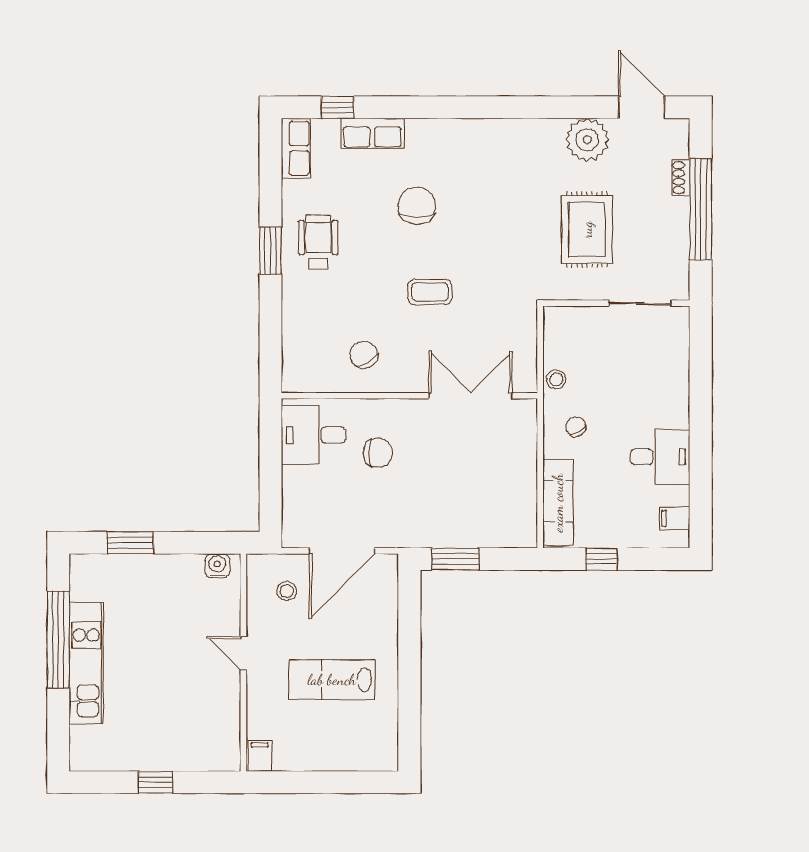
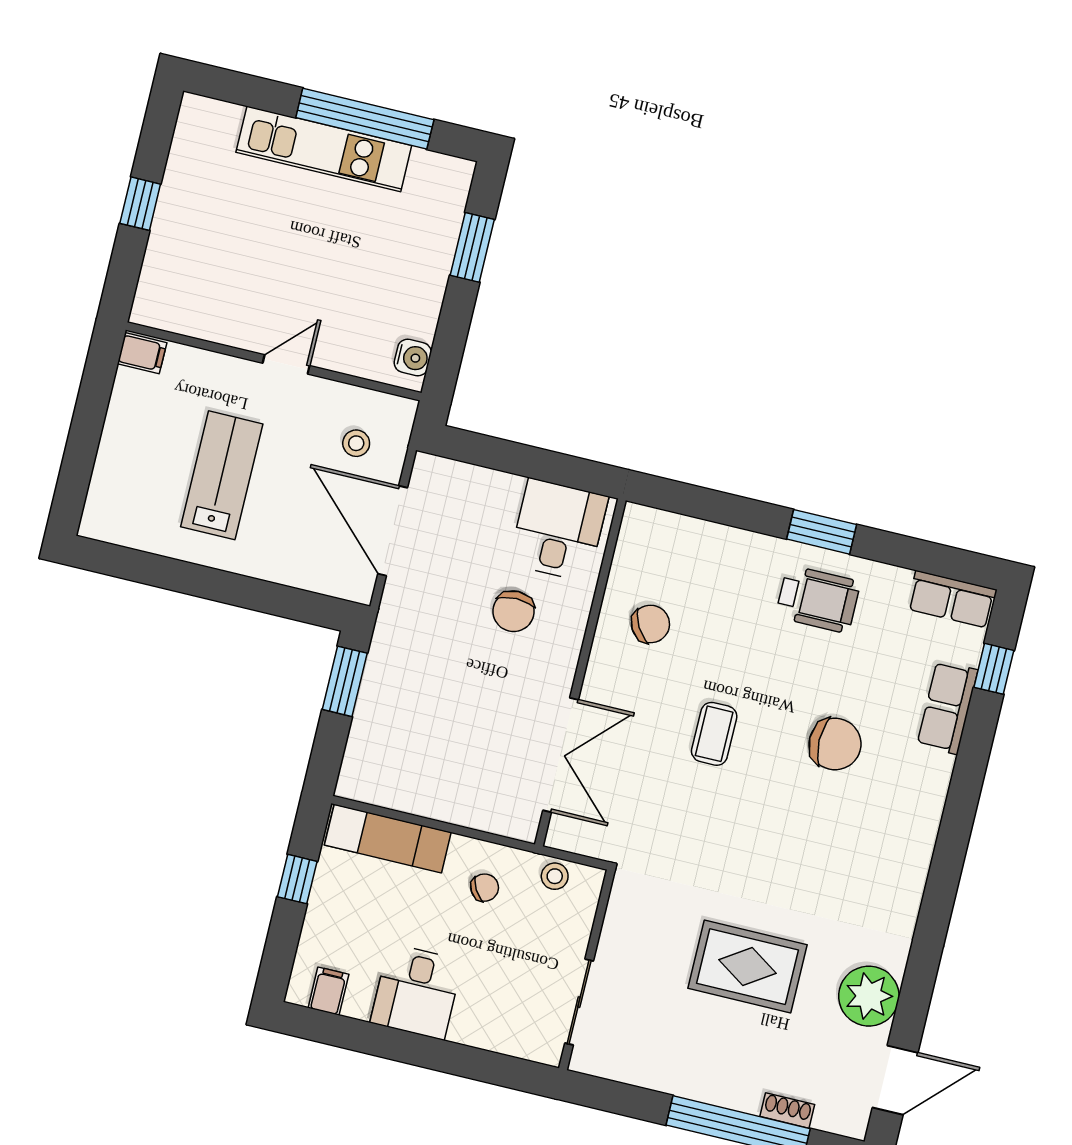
wall: (616, 303) -> (587, 970), moved
sliding door: (640, 303) -> (579, 1002), moved

